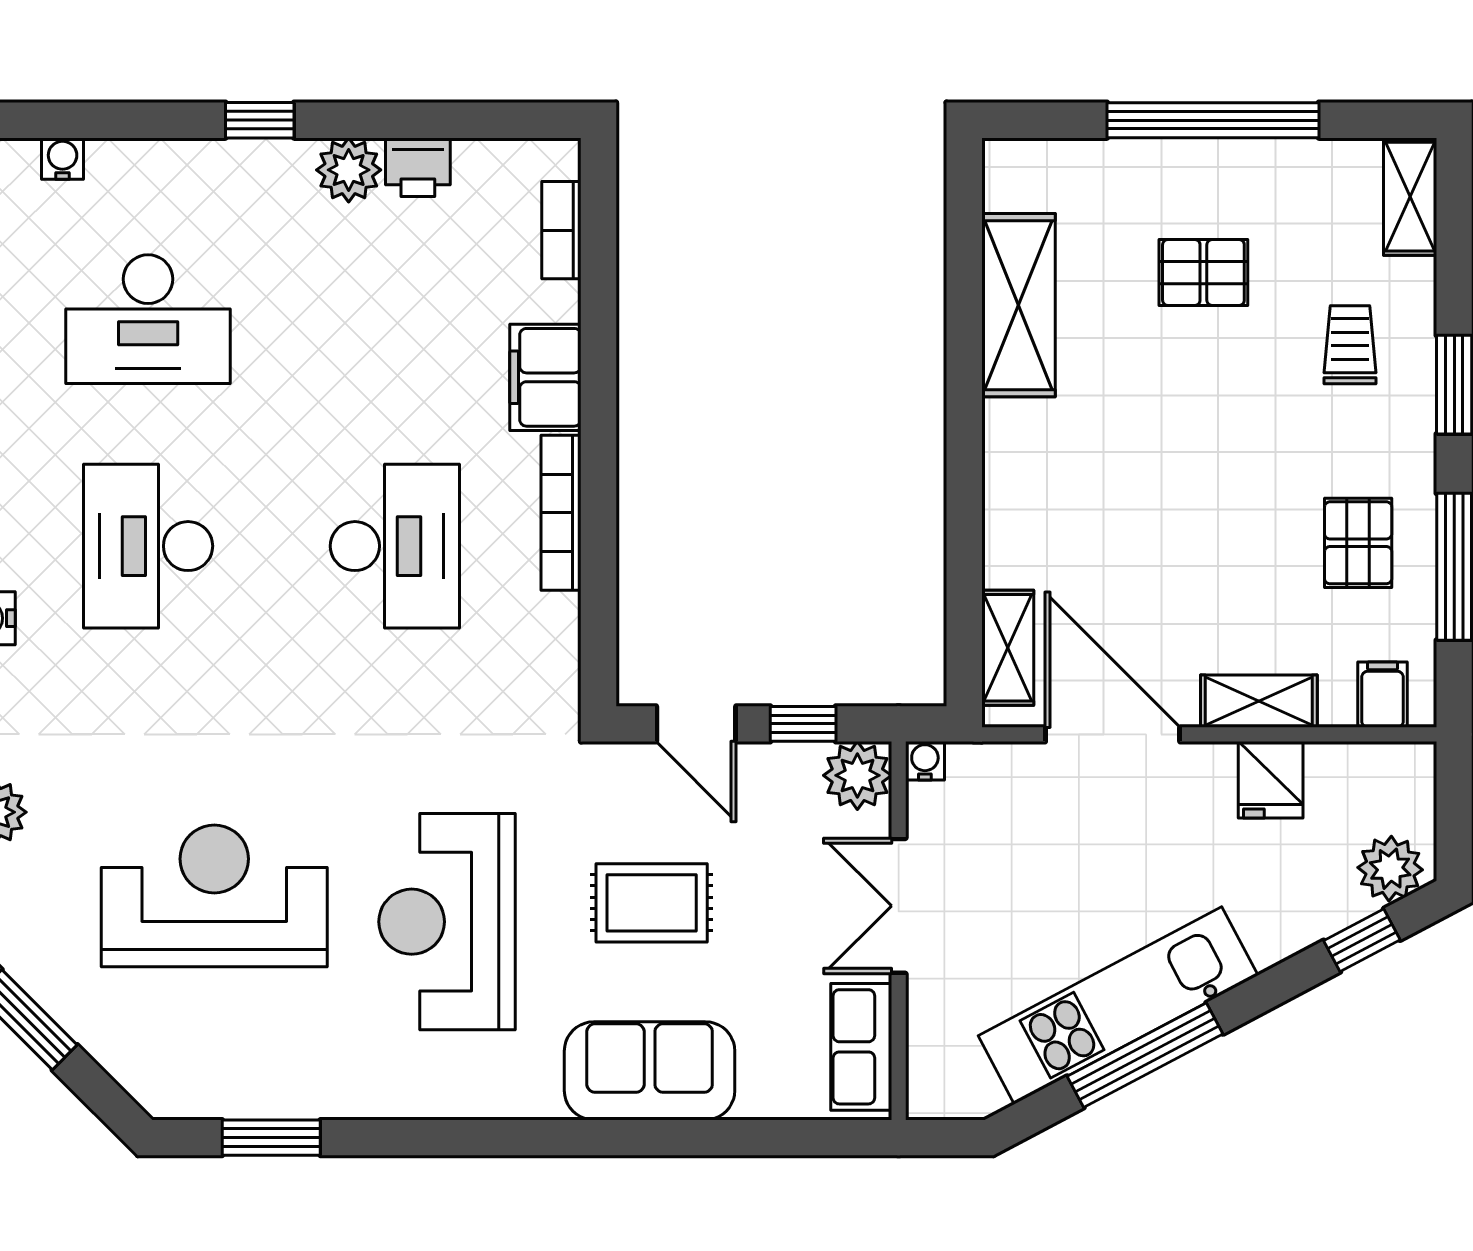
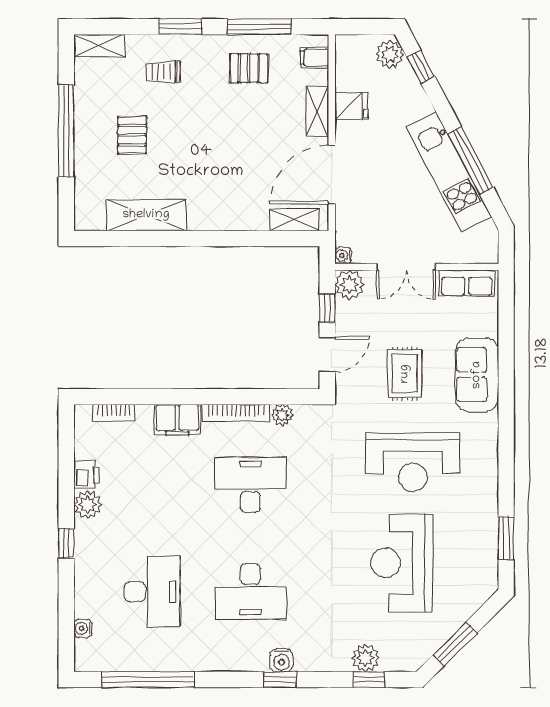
plant: (556, 620) -> (282, 415), added

